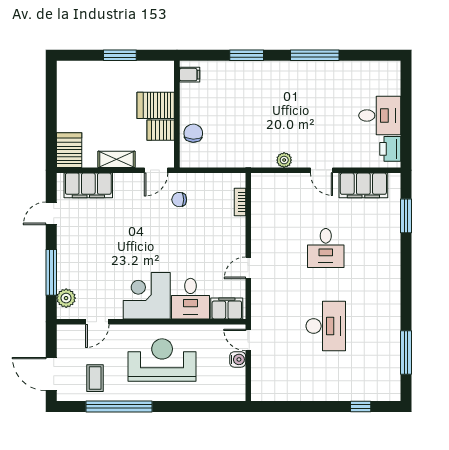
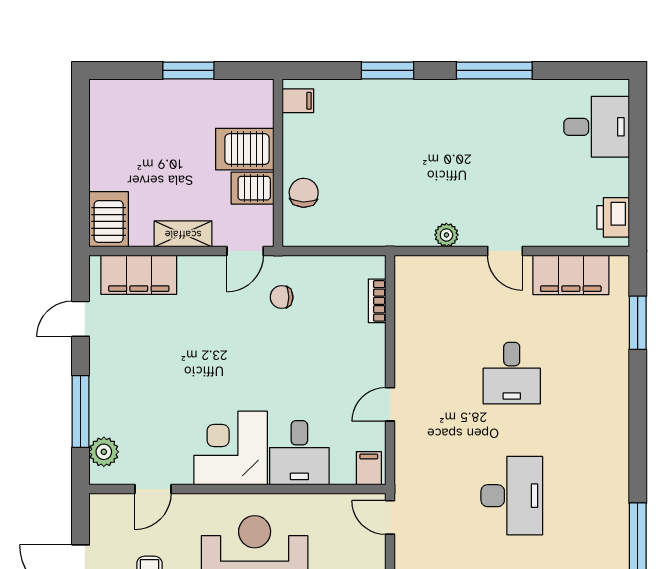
desk: (380, 116) -> (597, 127), moved
filing cabinet: (227, 309) -> (369, 468), width x0.50
water cooler: (238, 359) -> (373, 548), removed

